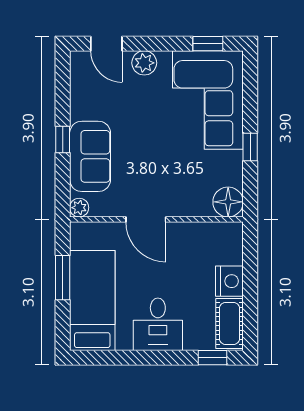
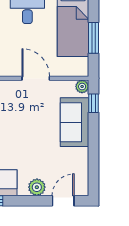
door: (106, 44) -> (63, 201), hinge flipped
window: (63, 139) -> (94, 103), moved

